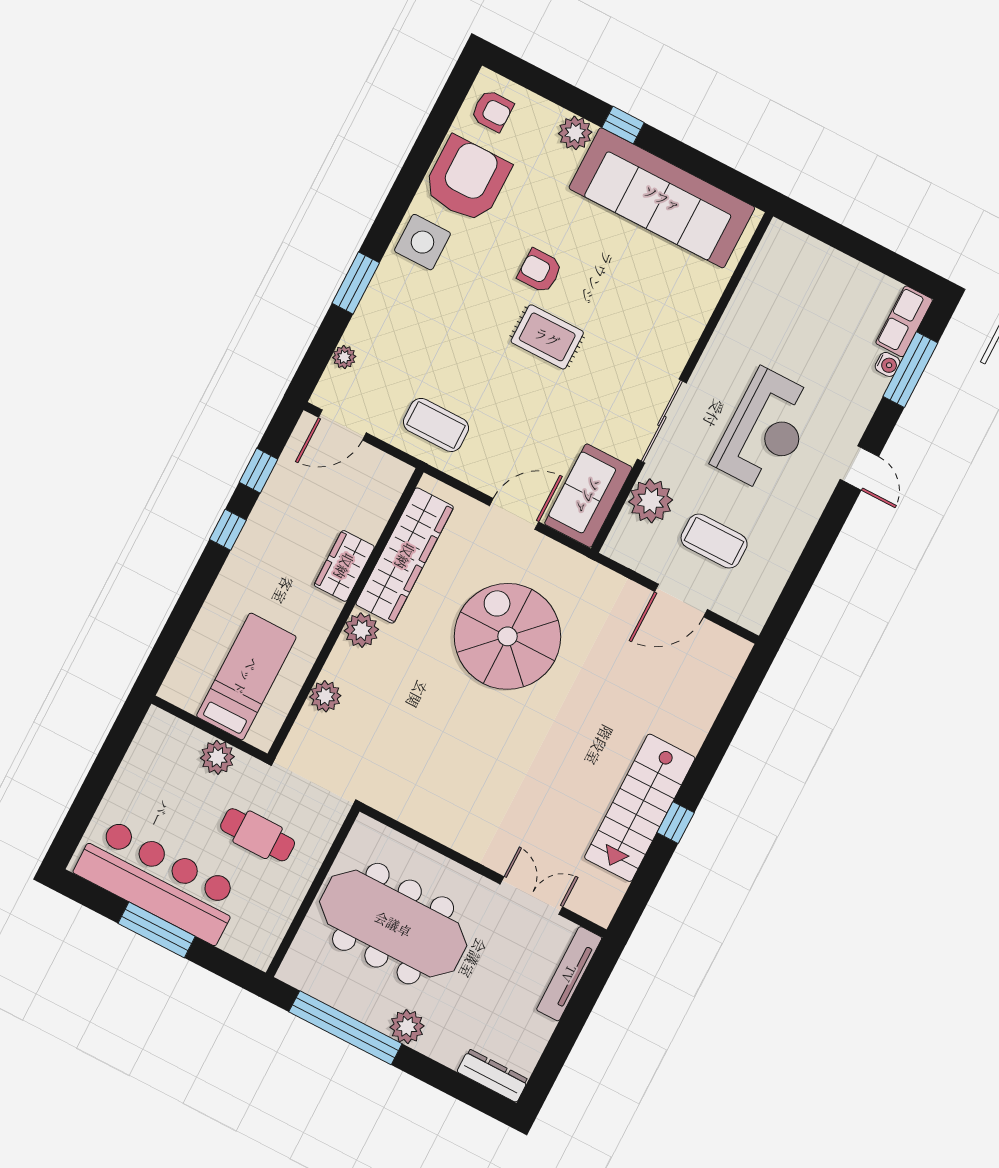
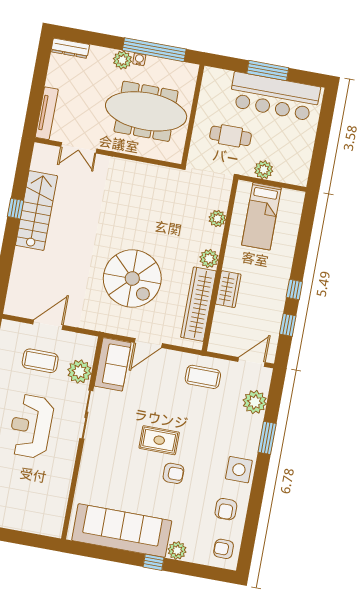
armchair: (467, 180) -> (226, 509), width x0.53, depth x0.53
plant: (344, 357) -> (255, 402), width x1.87, depth x1.87
water cooler: (377, 1019) -> (139, 59), added

